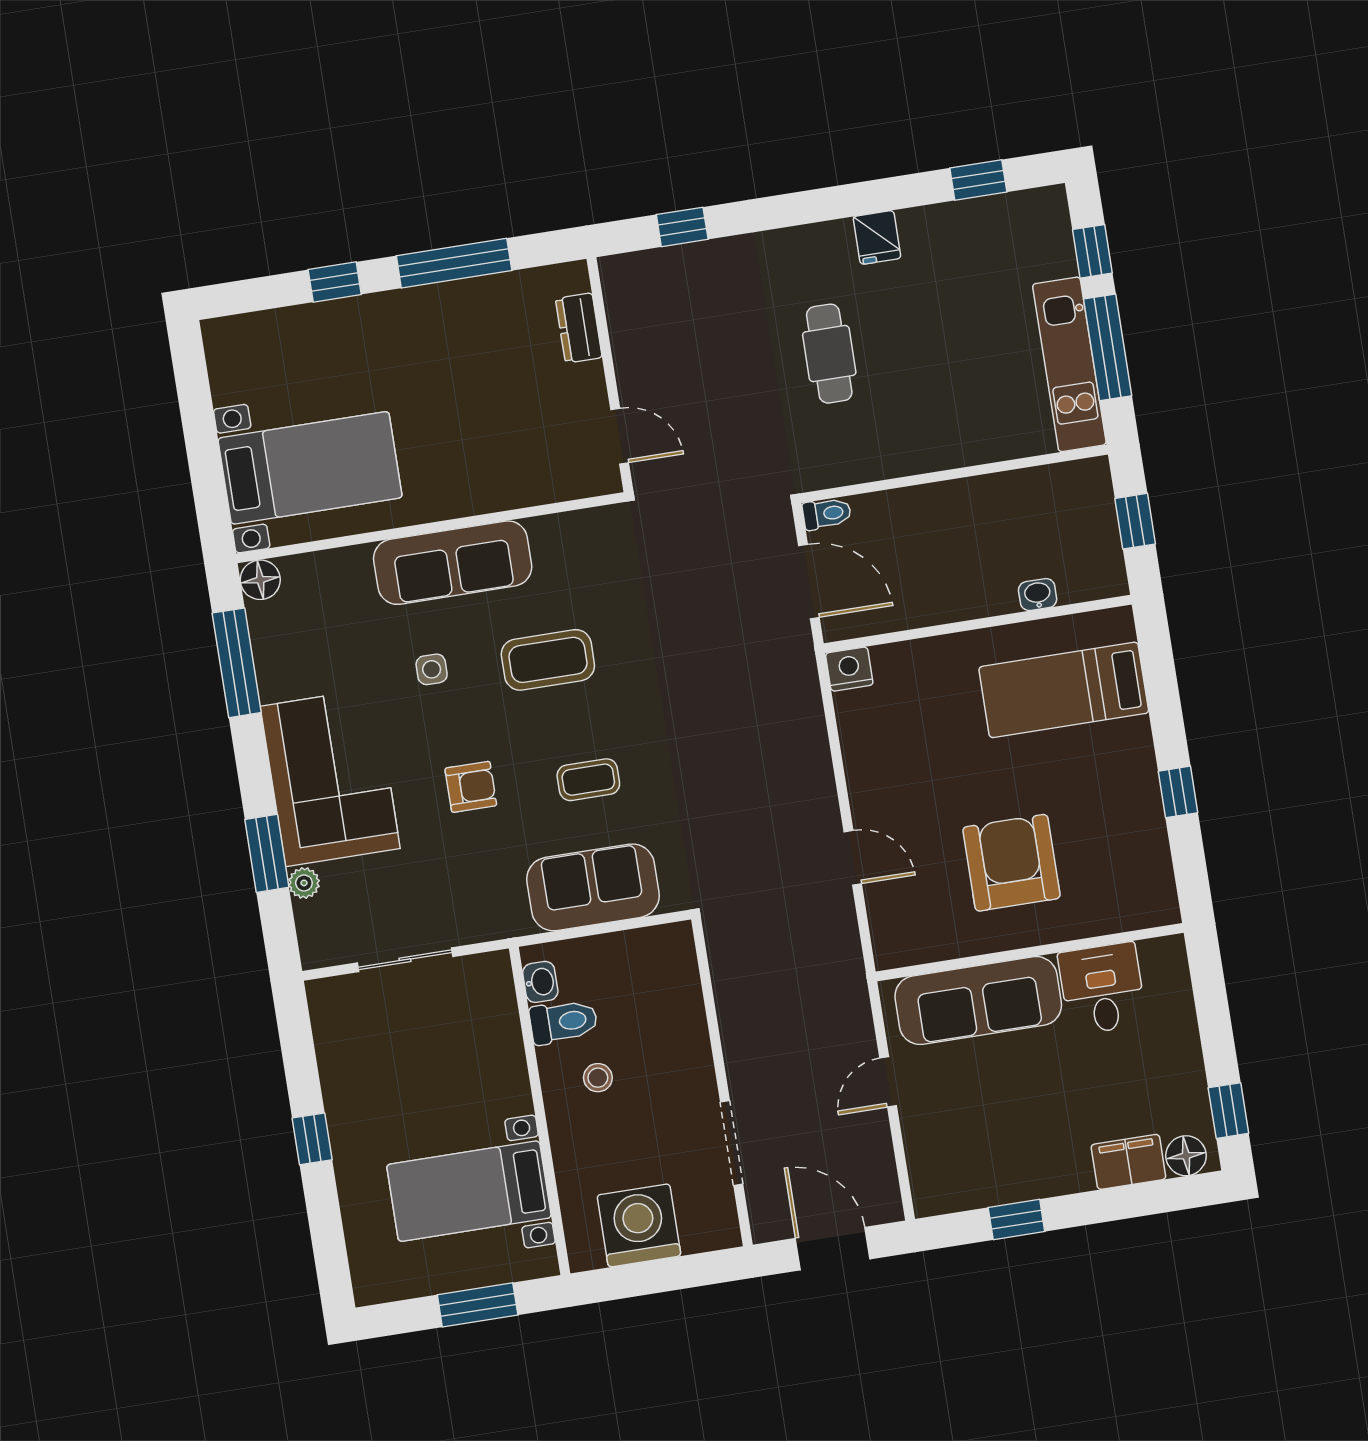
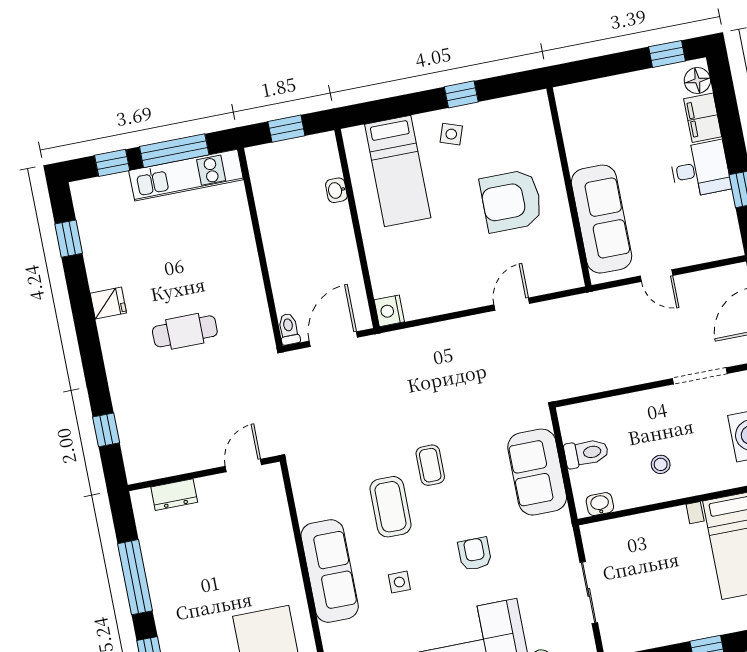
side table: (1117, 774) -> (451, 134), added
coffee table: (588, 780) -> (430, 465), moved
desk: (1102, 989) -> (700, 169), moved, turned 180
toilet: (564, 1022) -> (586, 453), moved, turned 90

